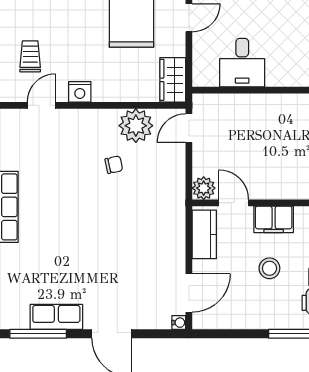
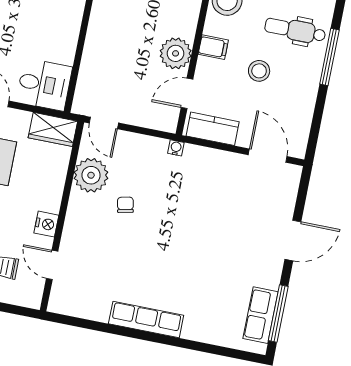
desk: (242, 63) -> (44, 84), moved
plant: (204, 188) -> (176, 53), moved, width x1.36, depth x1.36
filing cabinet: (274, 219) -> (213, 47), width x0.50
row of seats: (56, 317) -> (261, 315), moved
water cooler: (179, 323) -> (176, 148), moved

